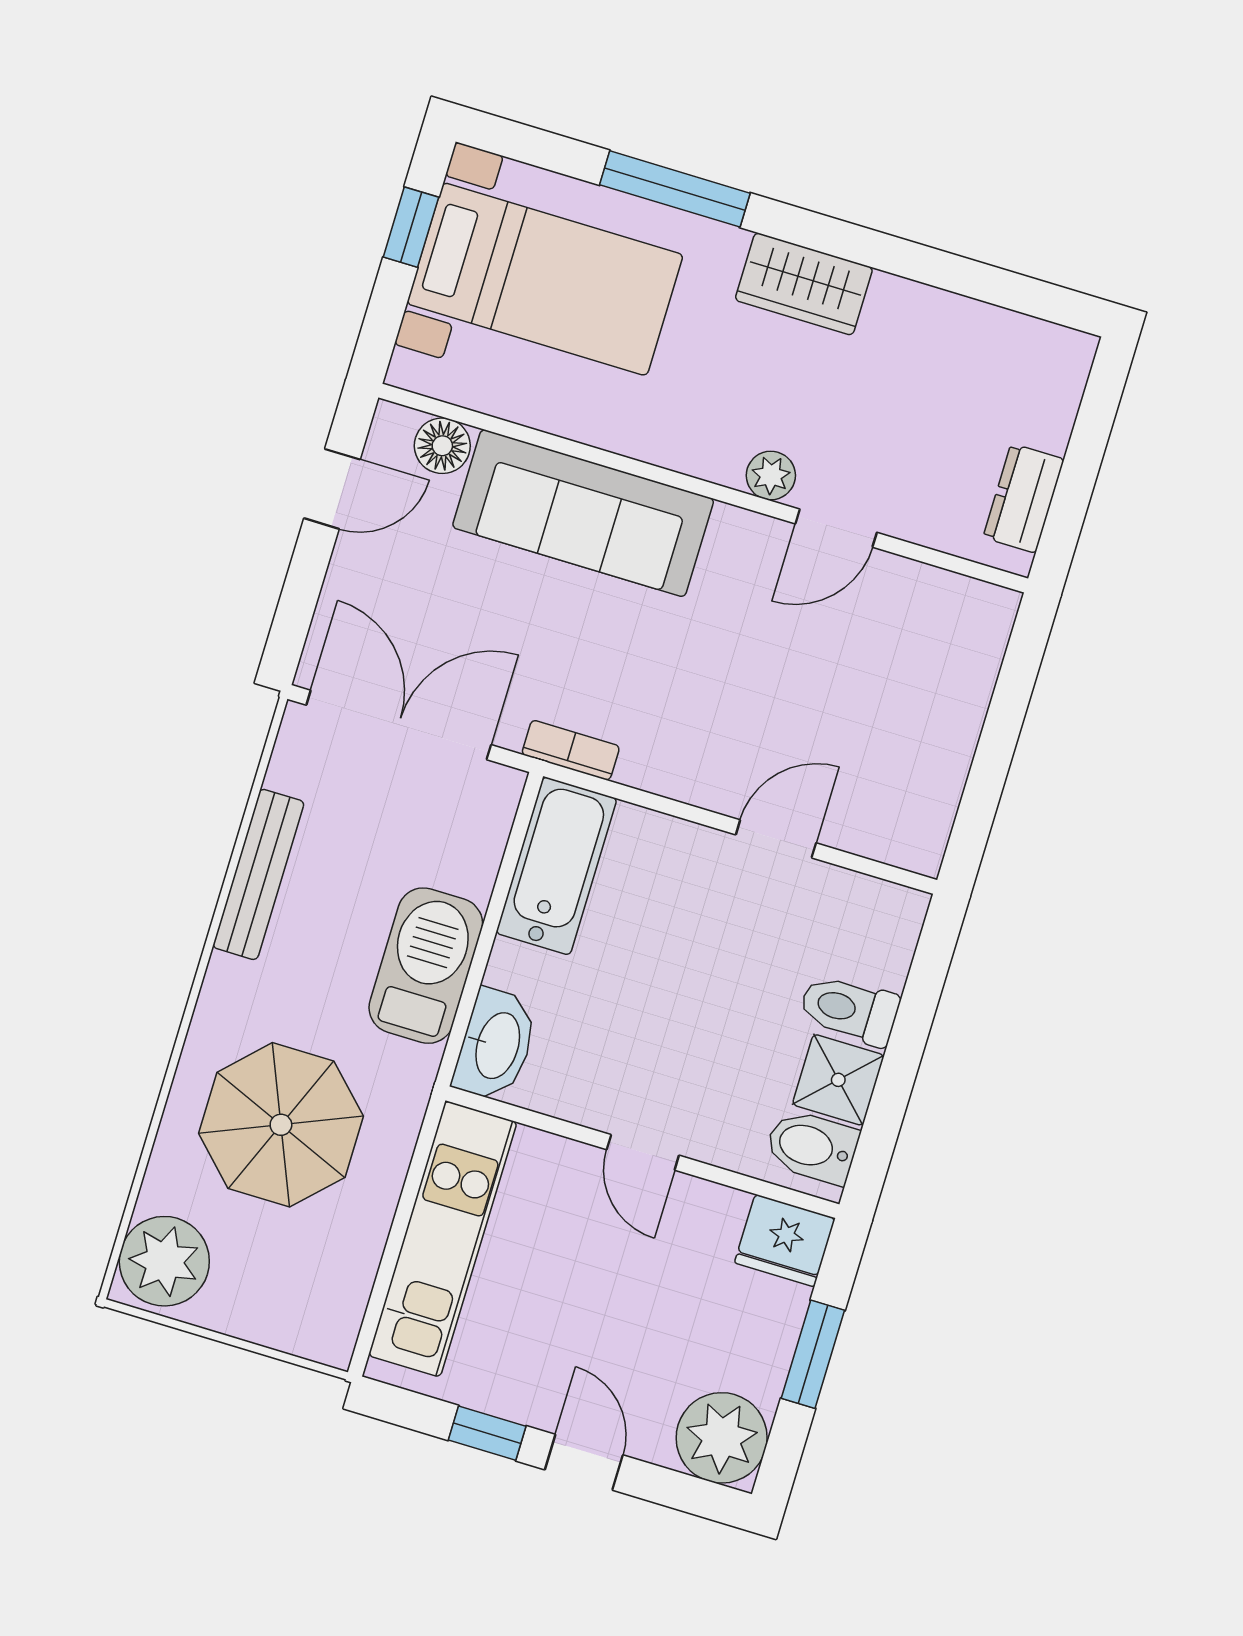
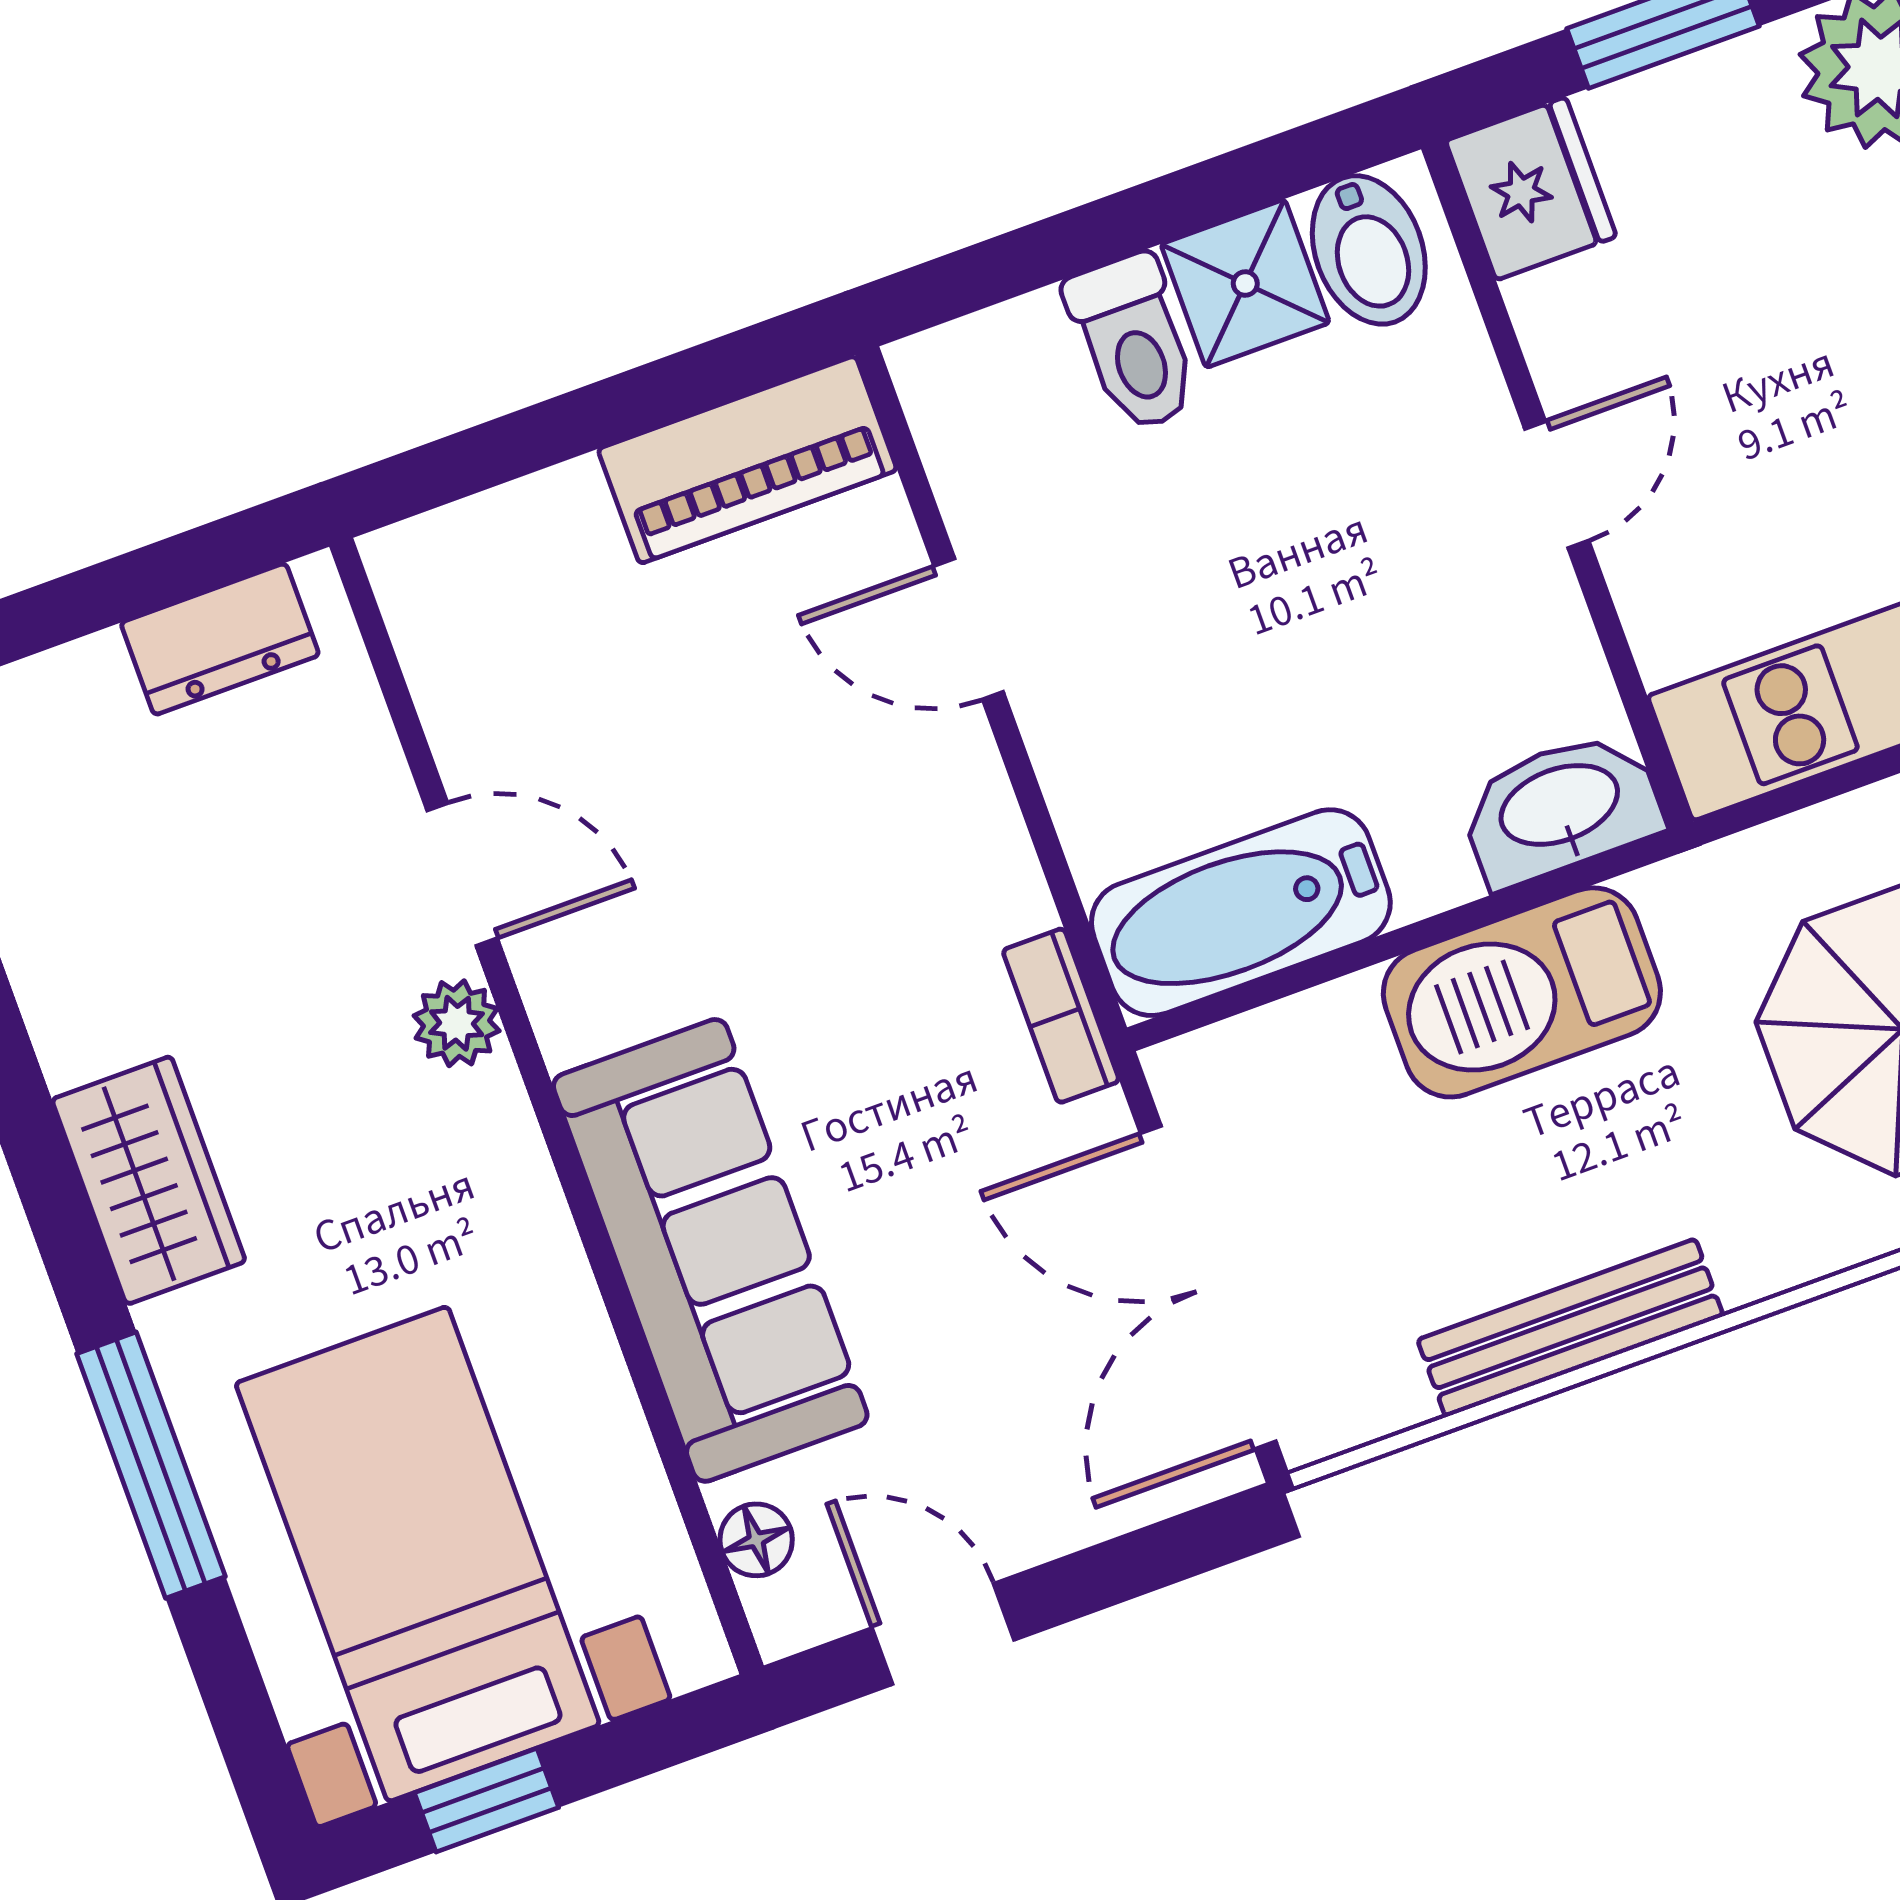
floor lamp: (442, 446) -> (756, 1540), width x0.73, depth x0.73
piano: (927, 796) -> (747, 460), added

